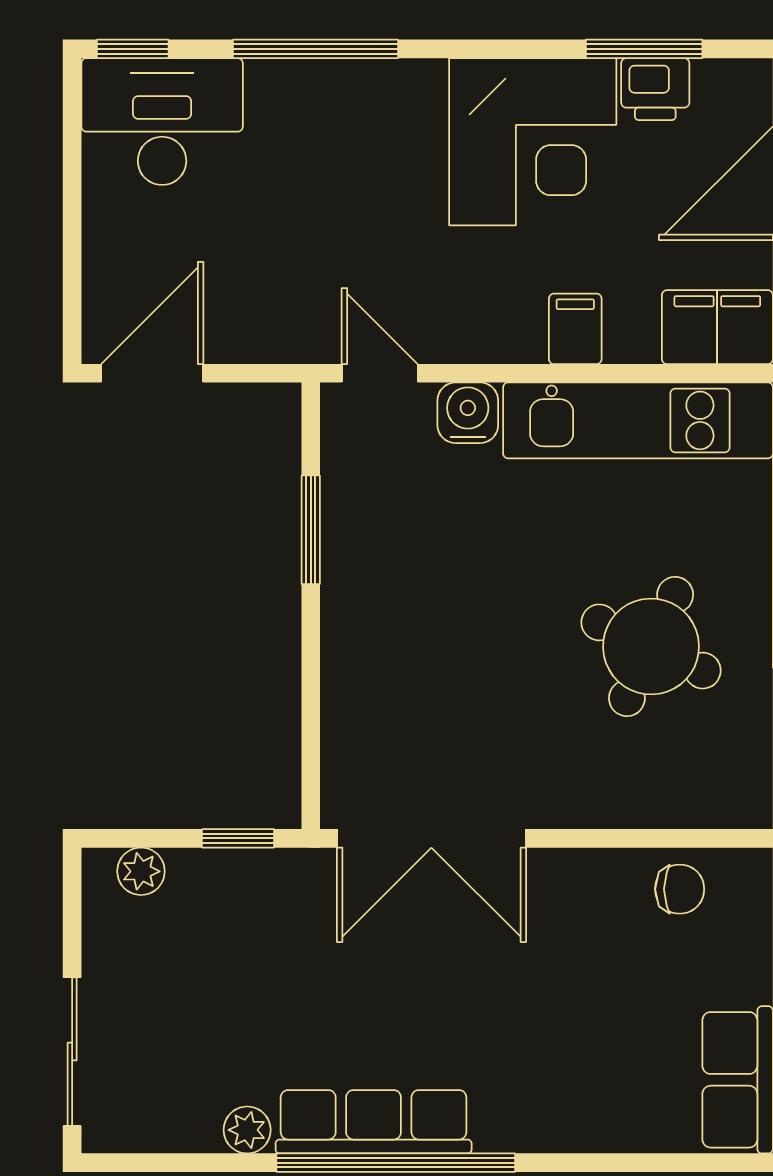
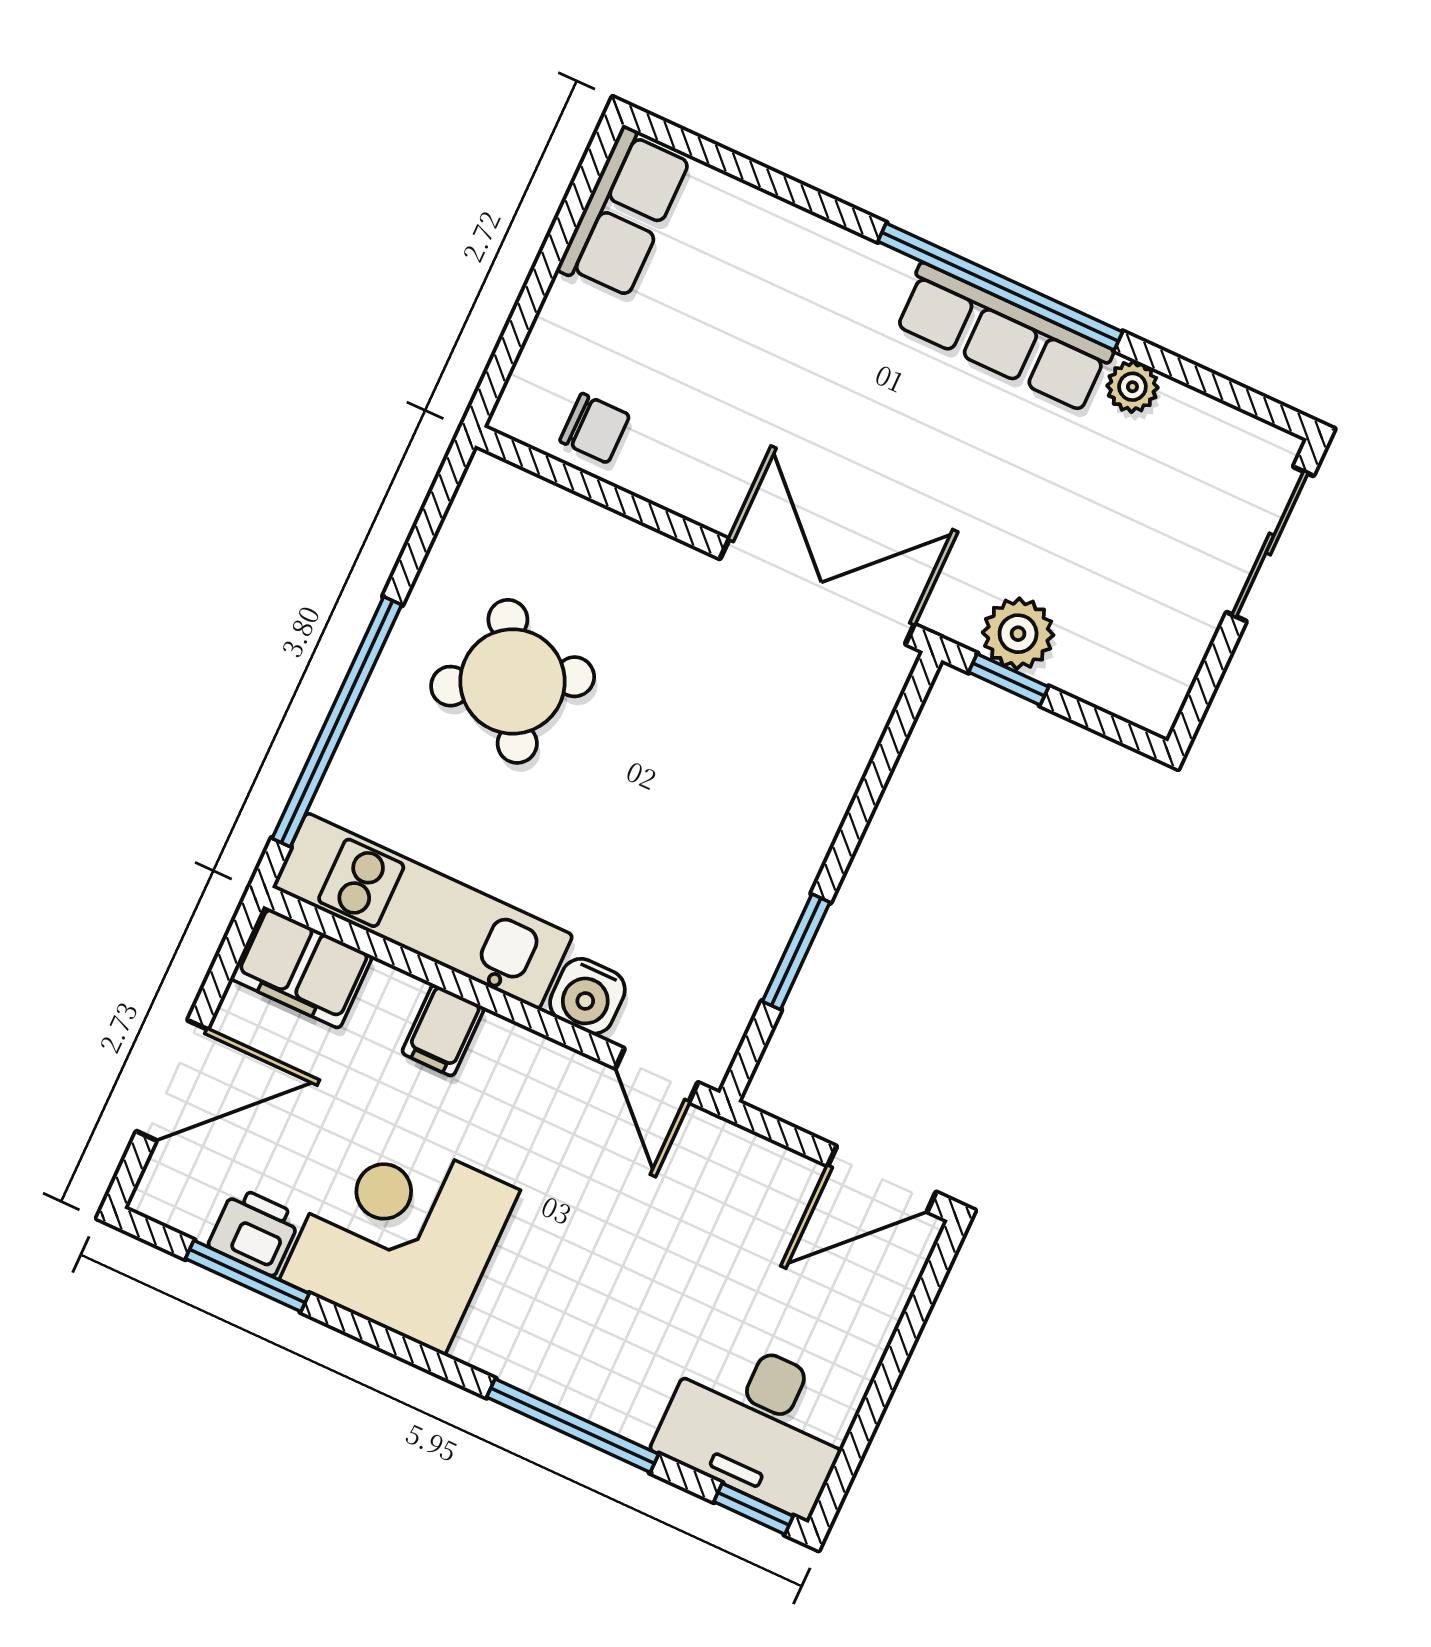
round table: (651, 646) -> (513, 681), turned 36
plant: (141, 871) -> (1018, 634), moved, width x1.38, depth x1.38
chair: (680, 889) -> (595, 428), turned 180

